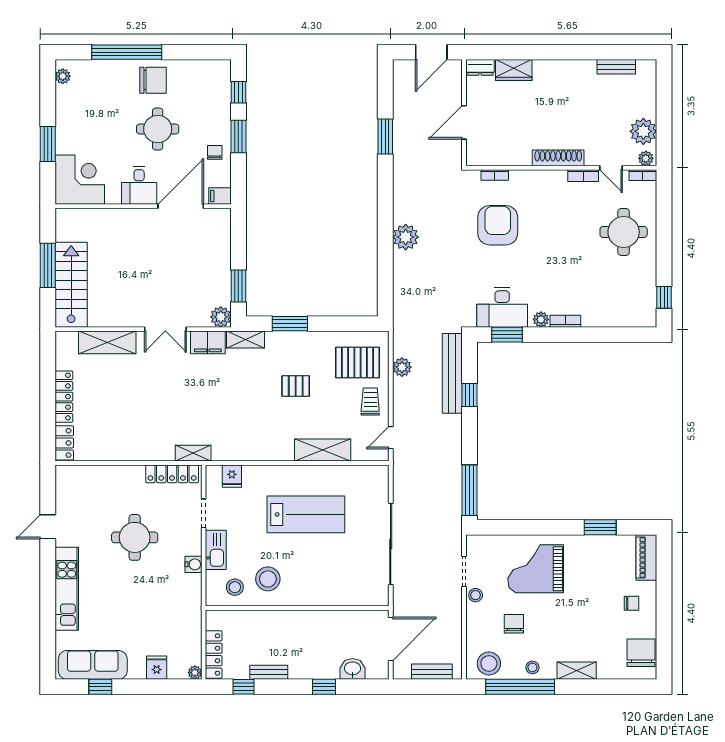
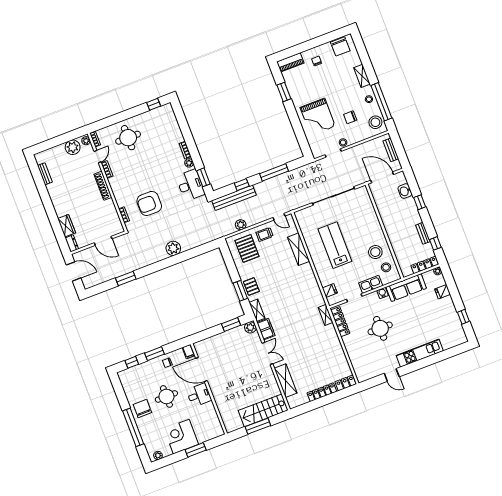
corner desk: (80, 180) -> (181, 437), moved
pallet: (296, 386) -> (251, 287), moved
window: (470, 490) -> (274, 172), moved
chair: (641, 653) -> (340, 46), turned -90
sofa: (93, 665) -> (406, 288), moved, turned -90

